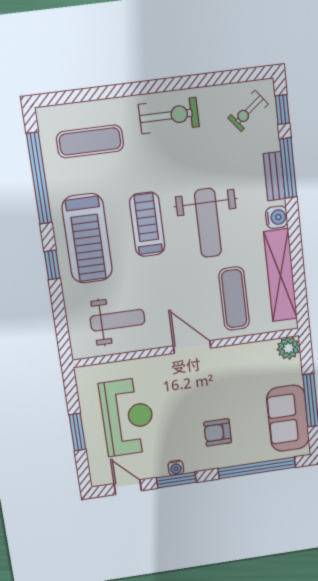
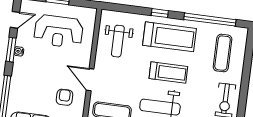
treadmill: (87, 238) -> (169, 37), turned 180
door: (192, 347) -> (90, 80), swing flipped
armchair: (218, 432) -> (64, 97), moved

